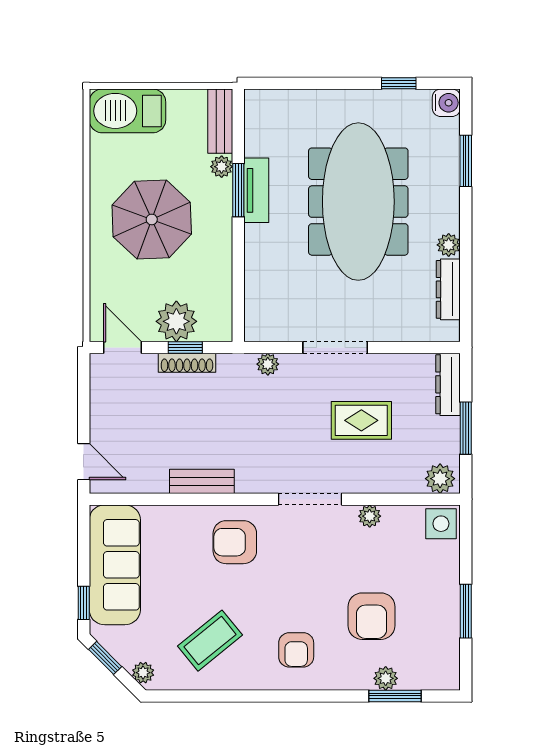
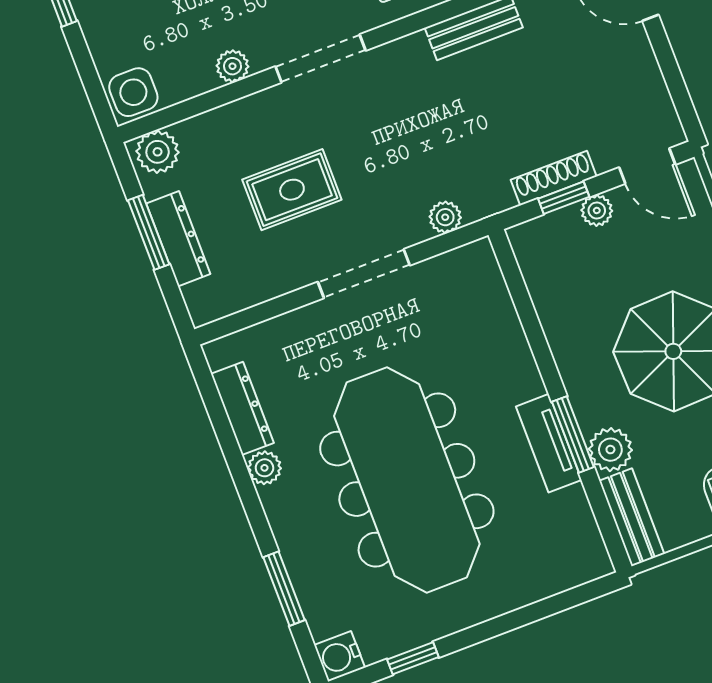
plant: (222, 167) -> (610, 450), width x1.38, depth x1.38
plant: (176, 321) -> (597, 210), width x0.53, depth x0.53
dresser: (448, 384) -> (178, 239), moved

